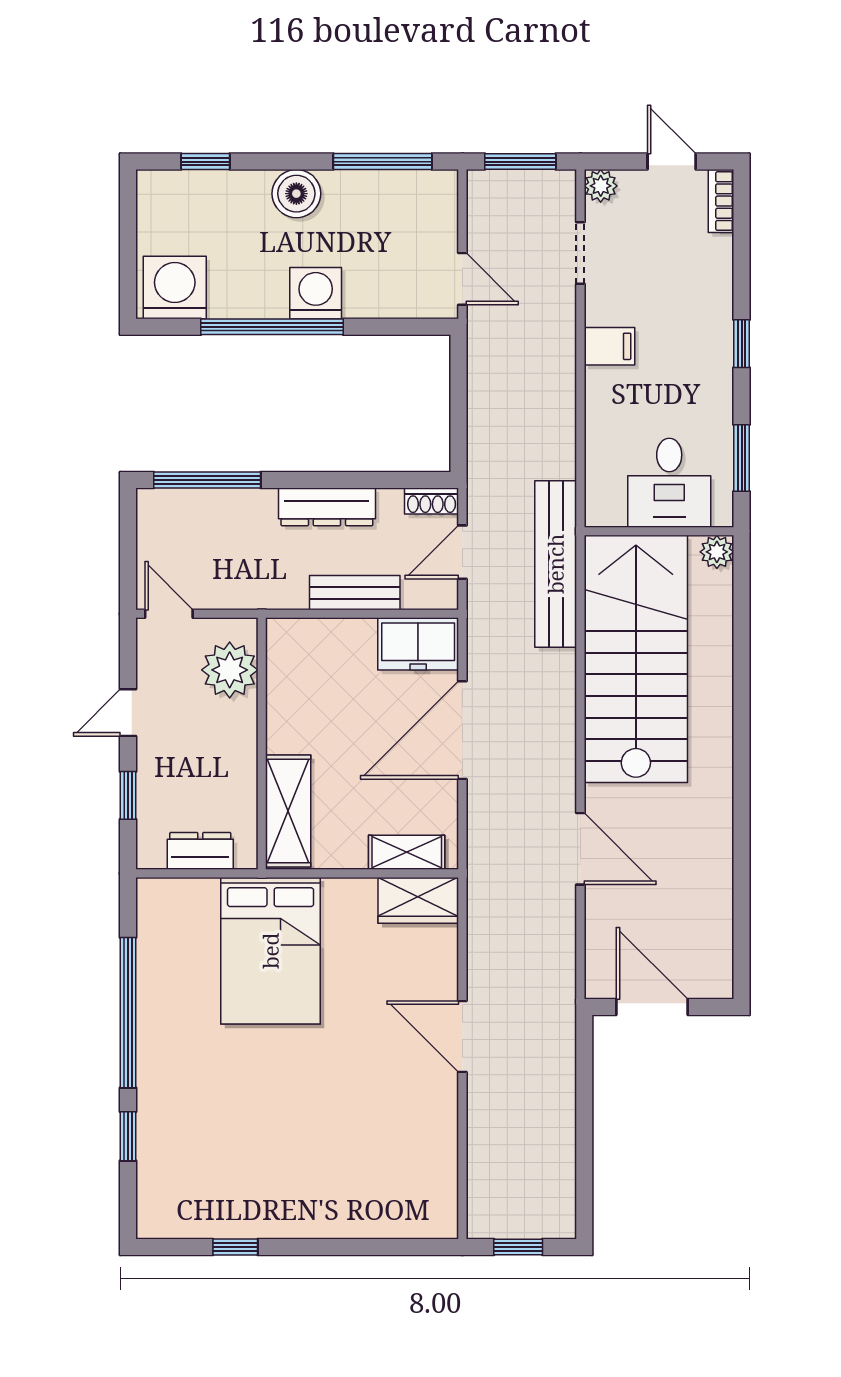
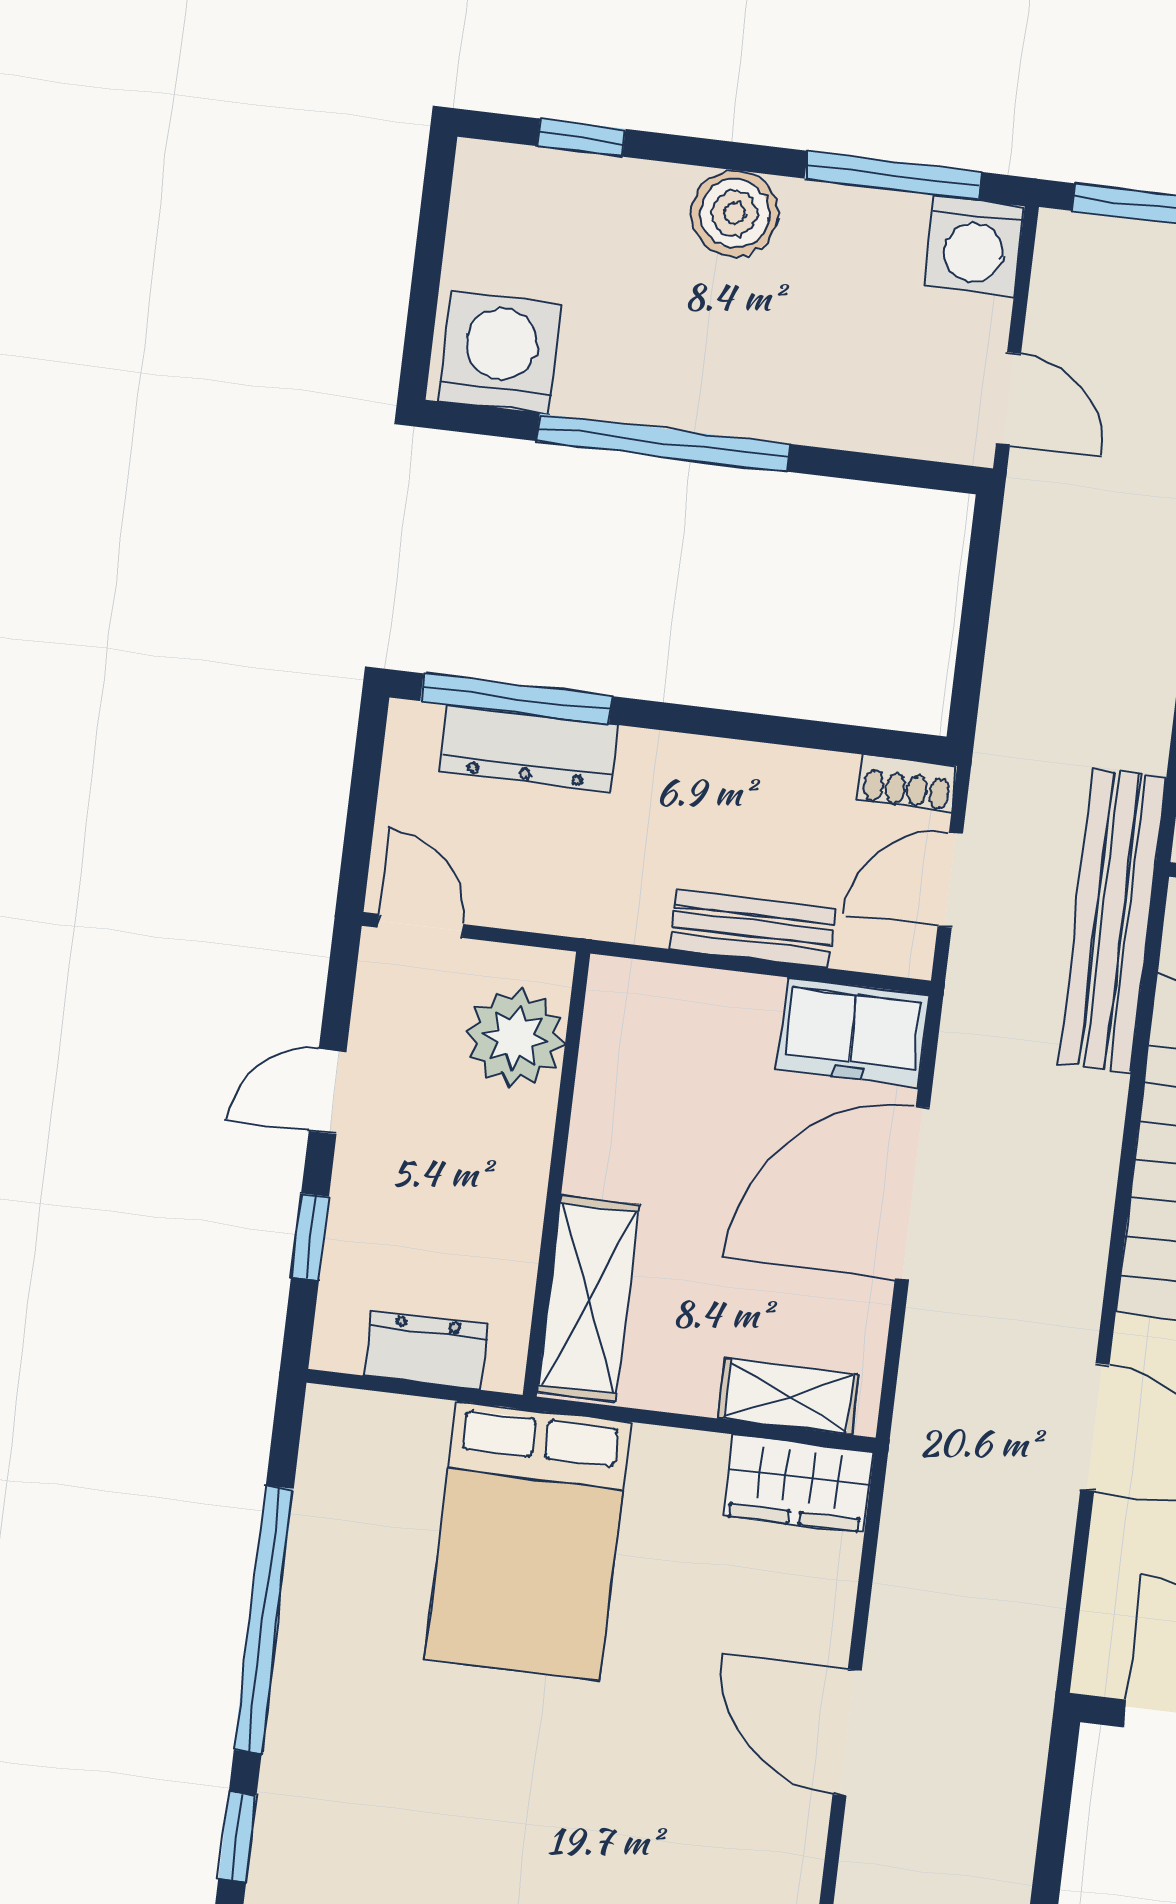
washing machine: (316, 293) -> (974, 245), moved, turned 180
dresser: (327, 507) -> (529, 748), moved

